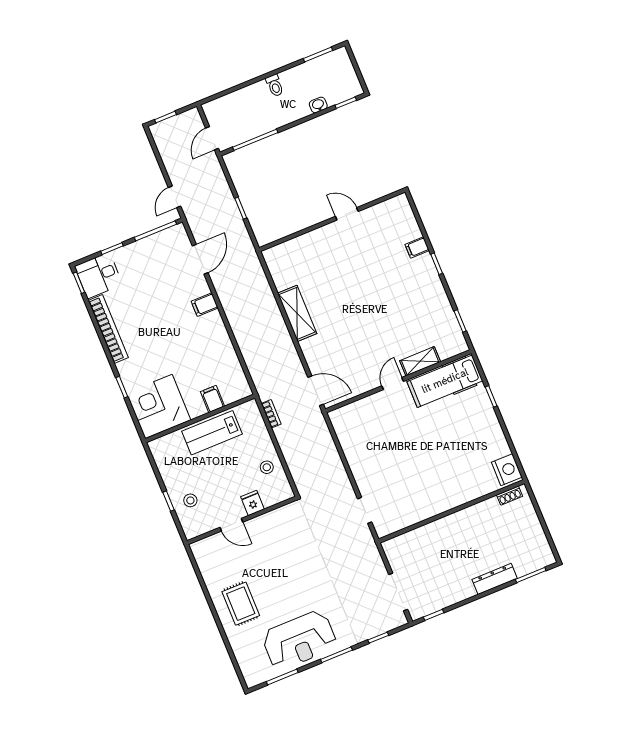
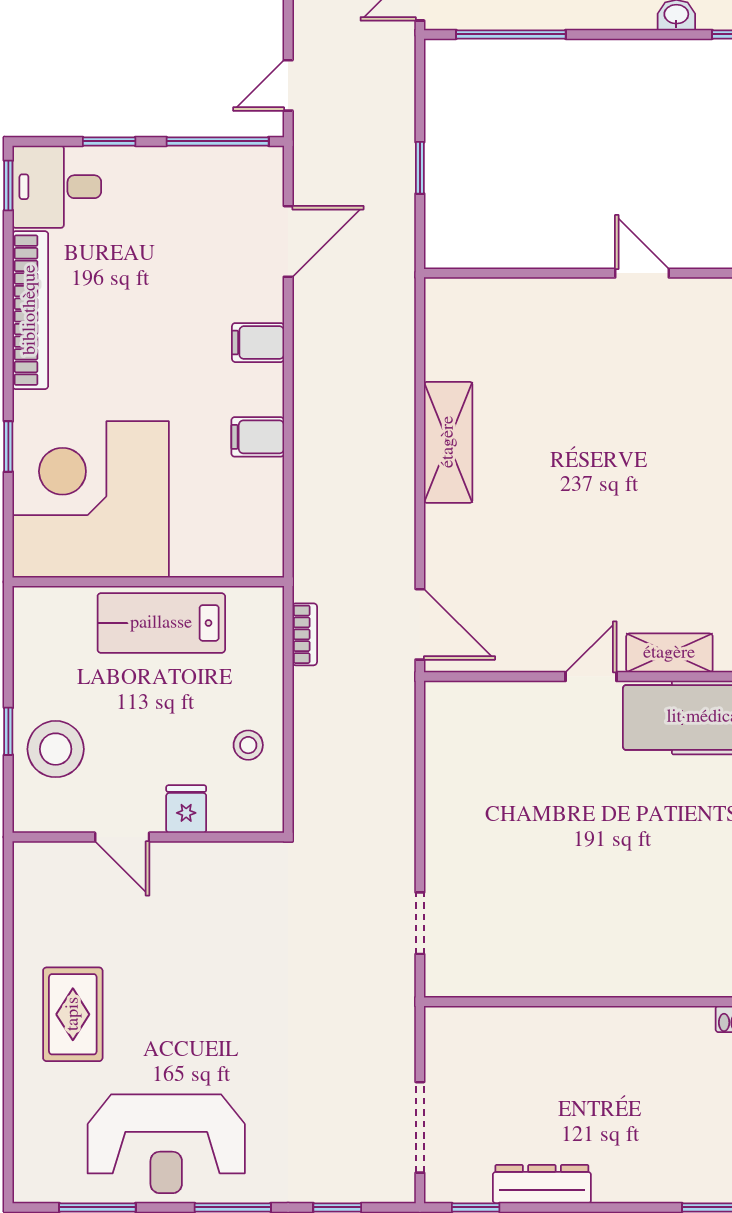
filing cabinet: (212, 399) -> (258, 437), moved, turned -90
corner desk: (159, 407) -> (91, 499), width x1.36, depth x1.36
stool: (190, 500) -> (56, 749), width x1.89, depth x1.89
dresser: (495, 579) -> (542, 1184), moved

